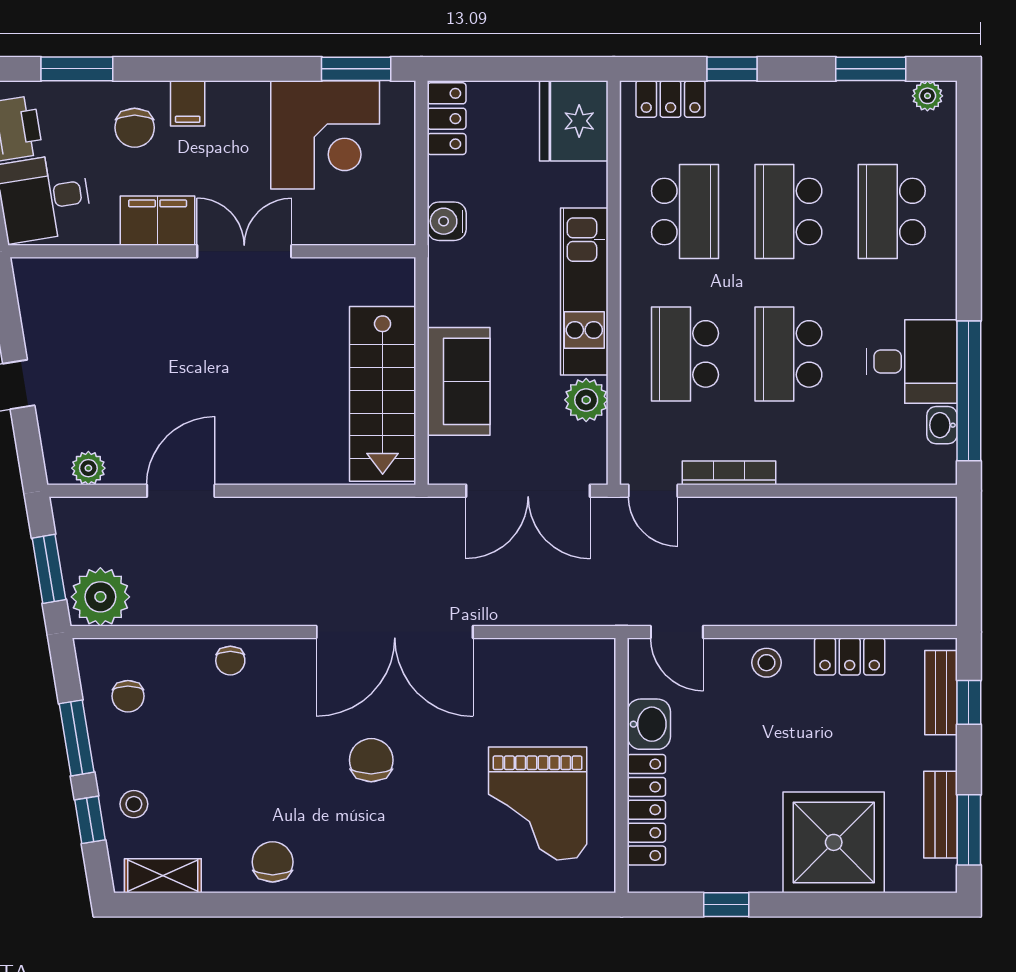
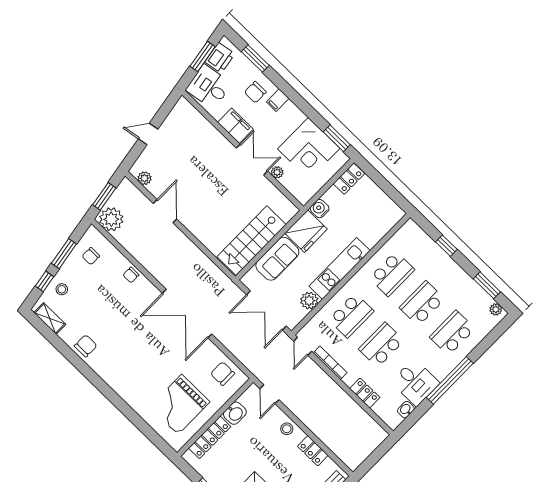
locker: (671, 99) -> (365, 393), moved, turned 180
fridge: (574, 121) -> (306, 231), moved, turned 180
plant: (310, 230) -> (277, 172), added
school desk: (685, 354) -> (351, 315), turned 180
window: (969, 391) -> (450, 380), moved
door: (181, 491) -> (165, 211), hinge flipped
chair: (371, 760) -> (223, 374), moved, turned -90

